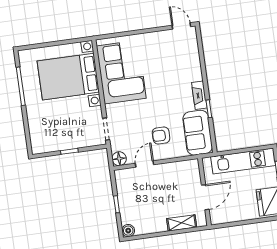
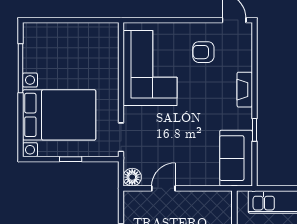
bed with nightstands: (68, 77) -> (59, 115), moved, turned 180
fireplace: (199, 95) -> (245, 90), moved
armchair: (161, 136) -> (203, 52), moved

